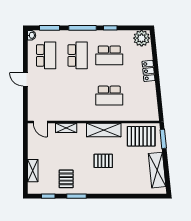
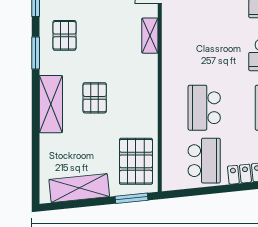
school desk: (141, 96) -> (204, 161), added
shelving: (104, 130) -> (51, 104), moved
pallet: (66, 179) -> (64, 35), turned 90

